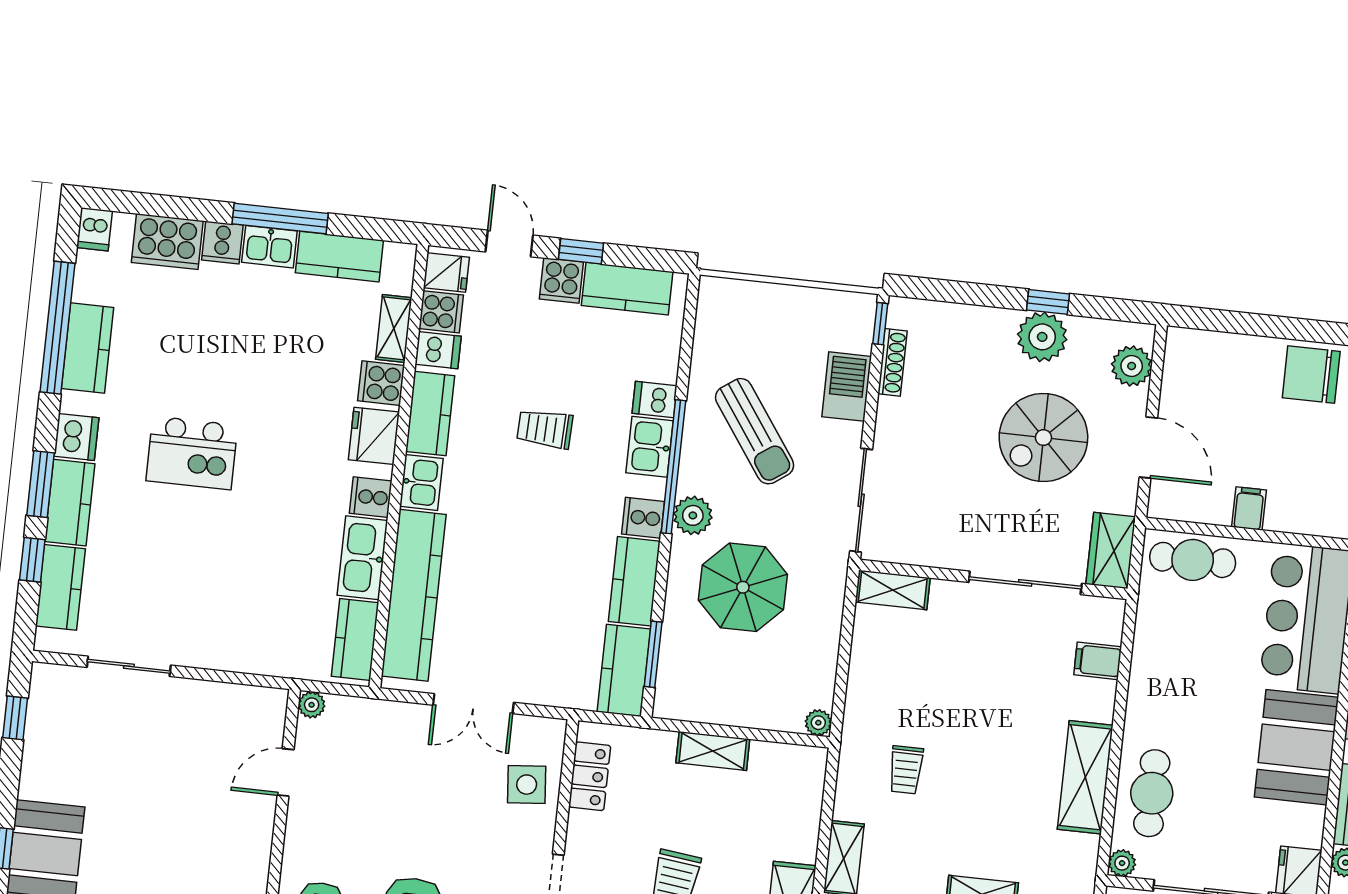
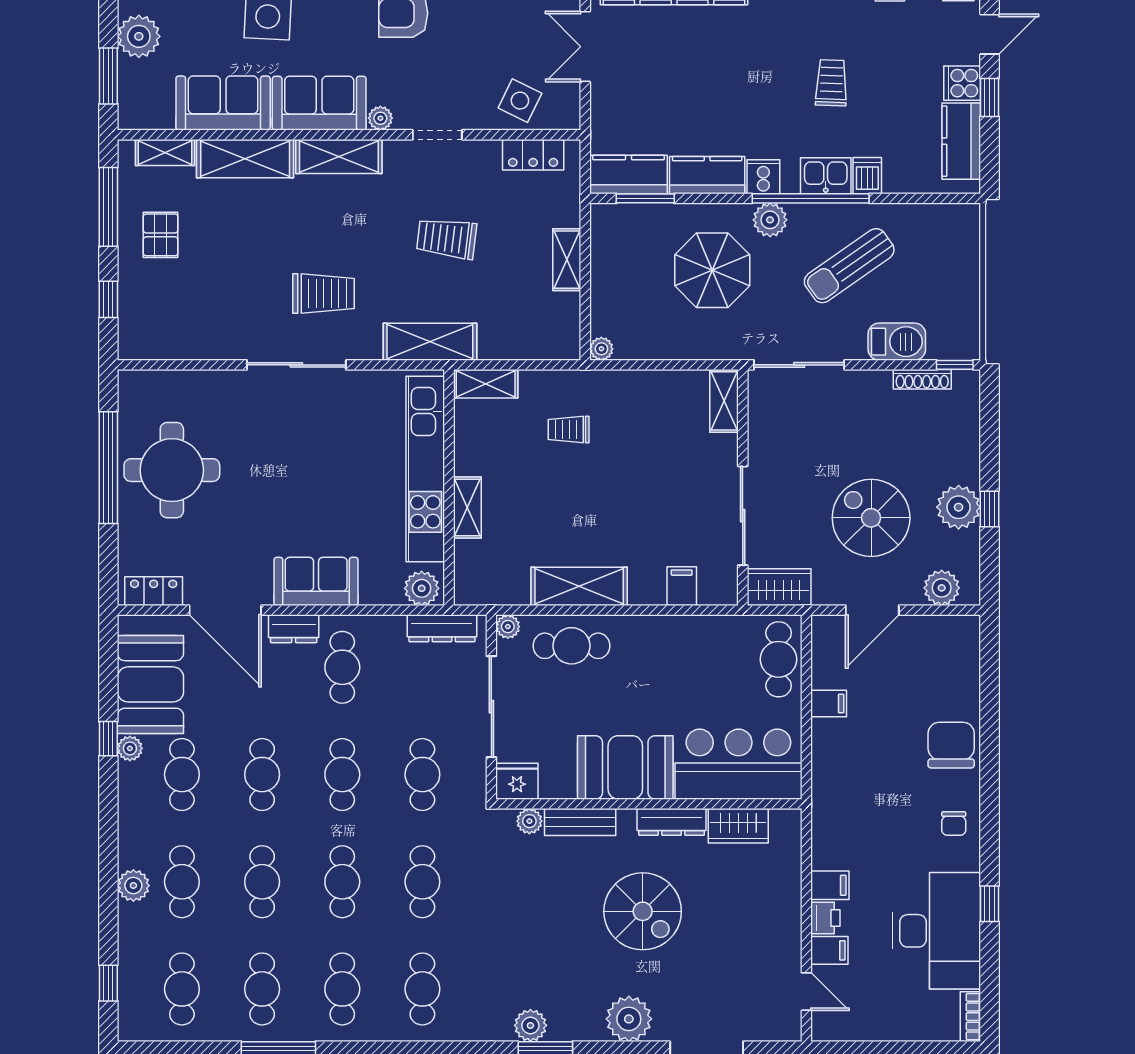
side table: (527, 785) -> (520, 101), turned 31

